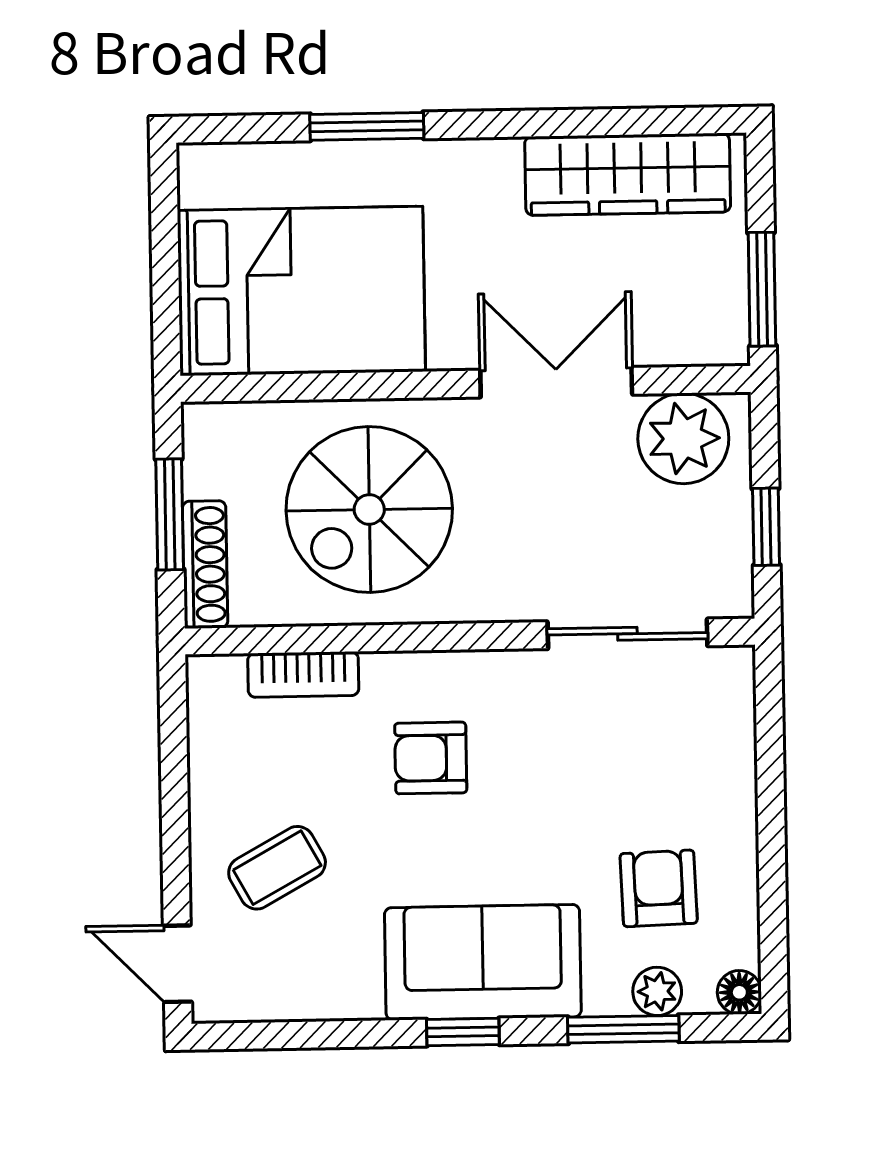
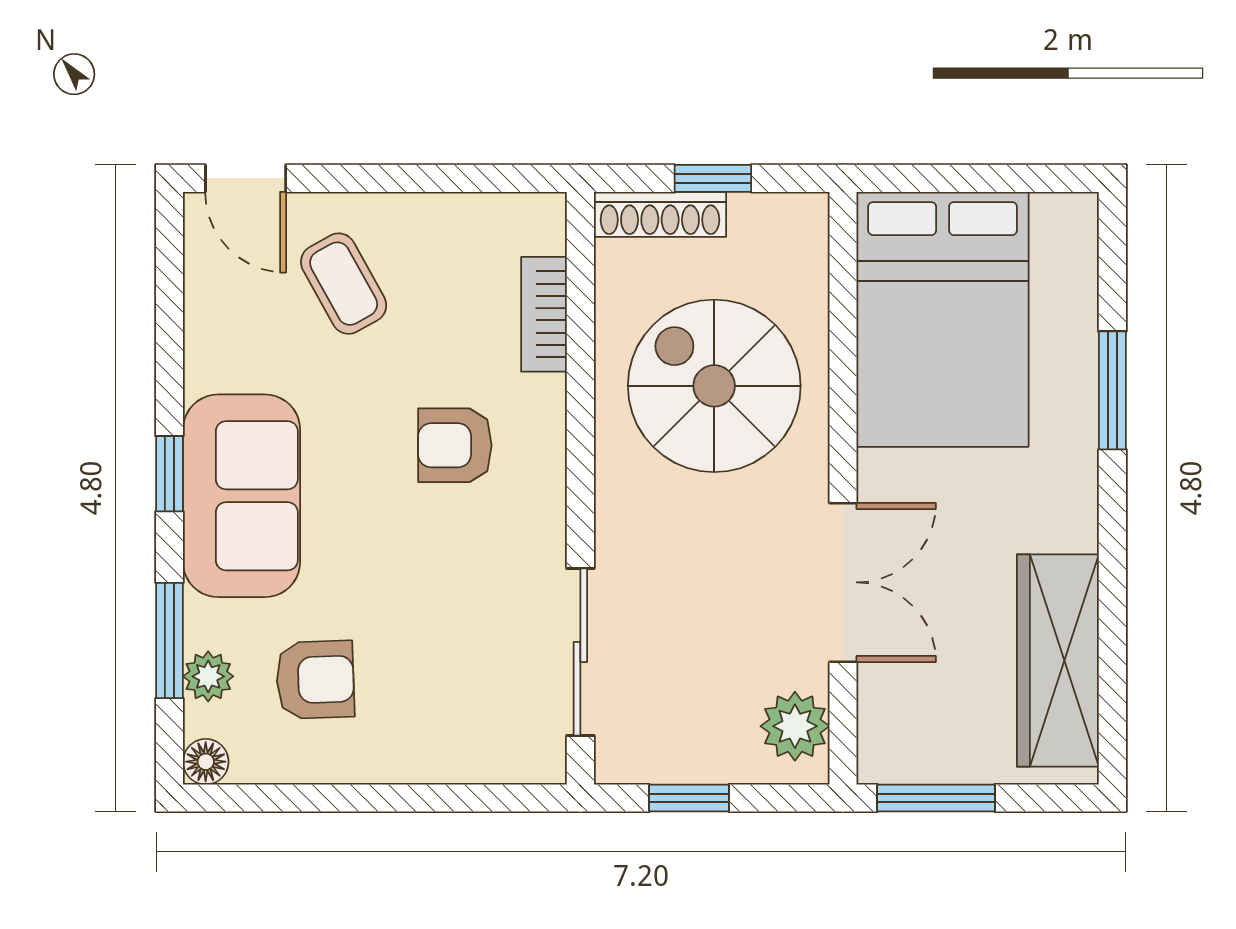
plant: (683, 438) -> (795, 726), width x0.73, depth x0.73
window: (170, 514) -> (713, 178), width x0.67
armchair: (431, 758) -> (455, 445), turned -90
door: (177, 964) -> (246, 178), swing flipped

